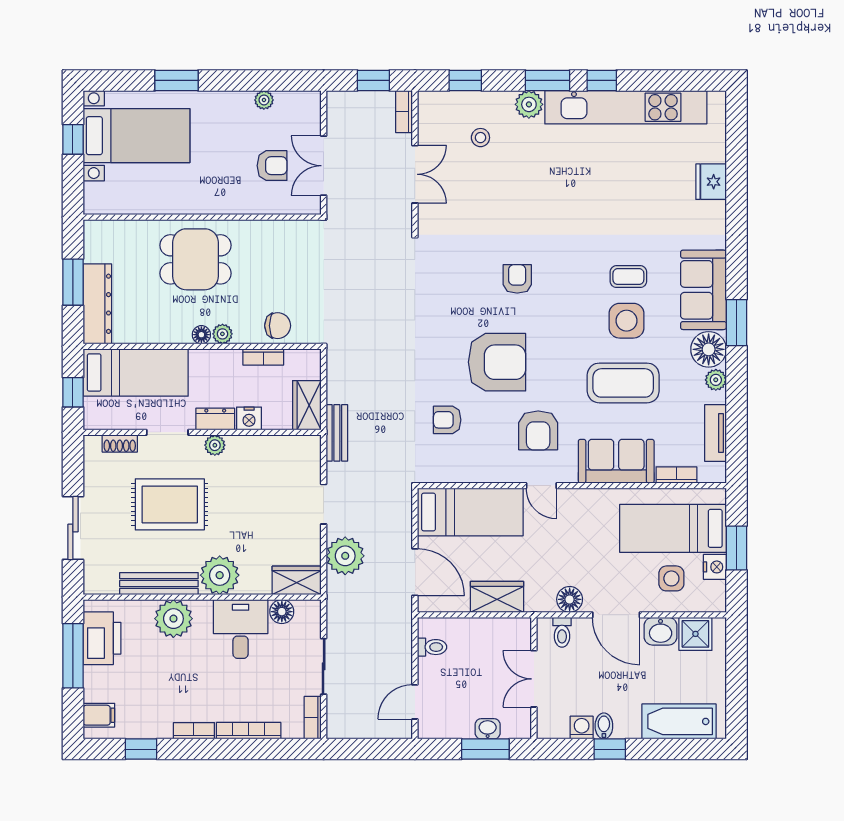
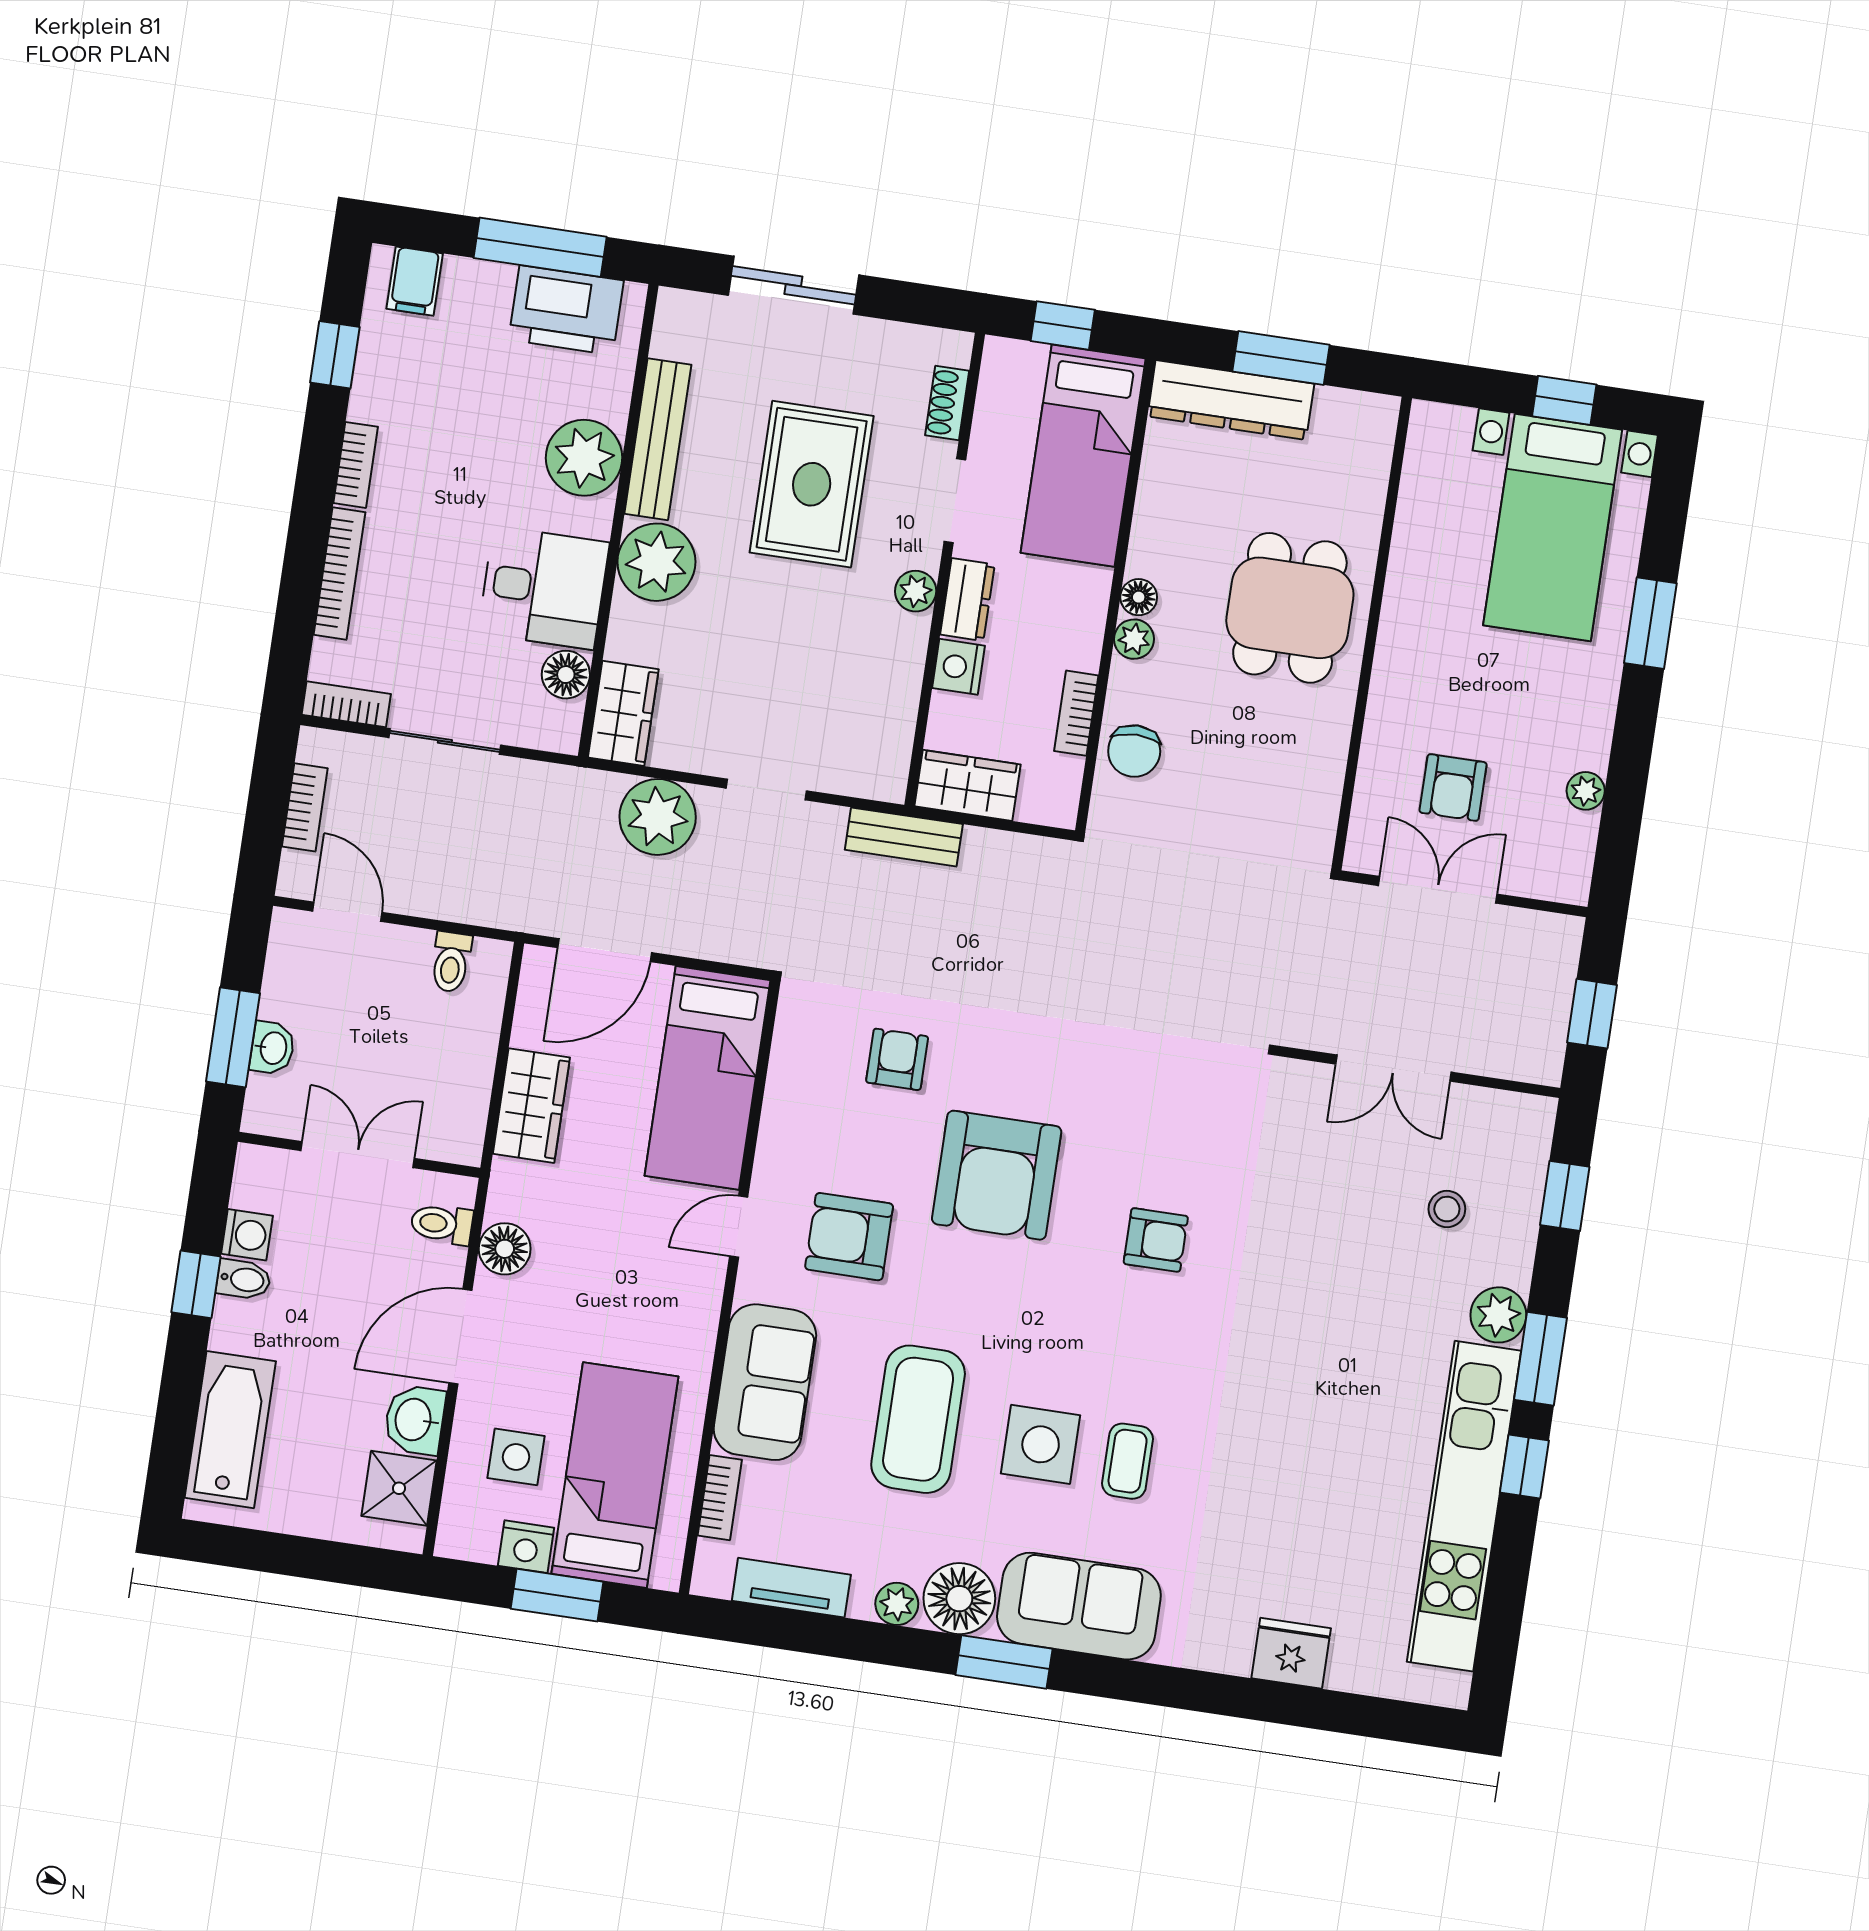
bookcase: (404, 112) -> (305, 807), moved, turned 90

